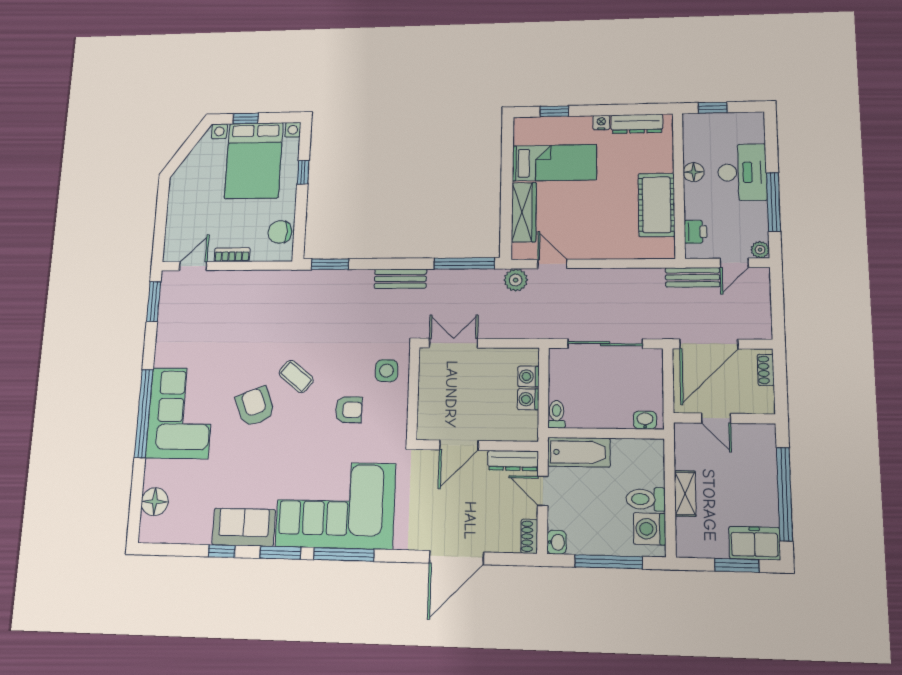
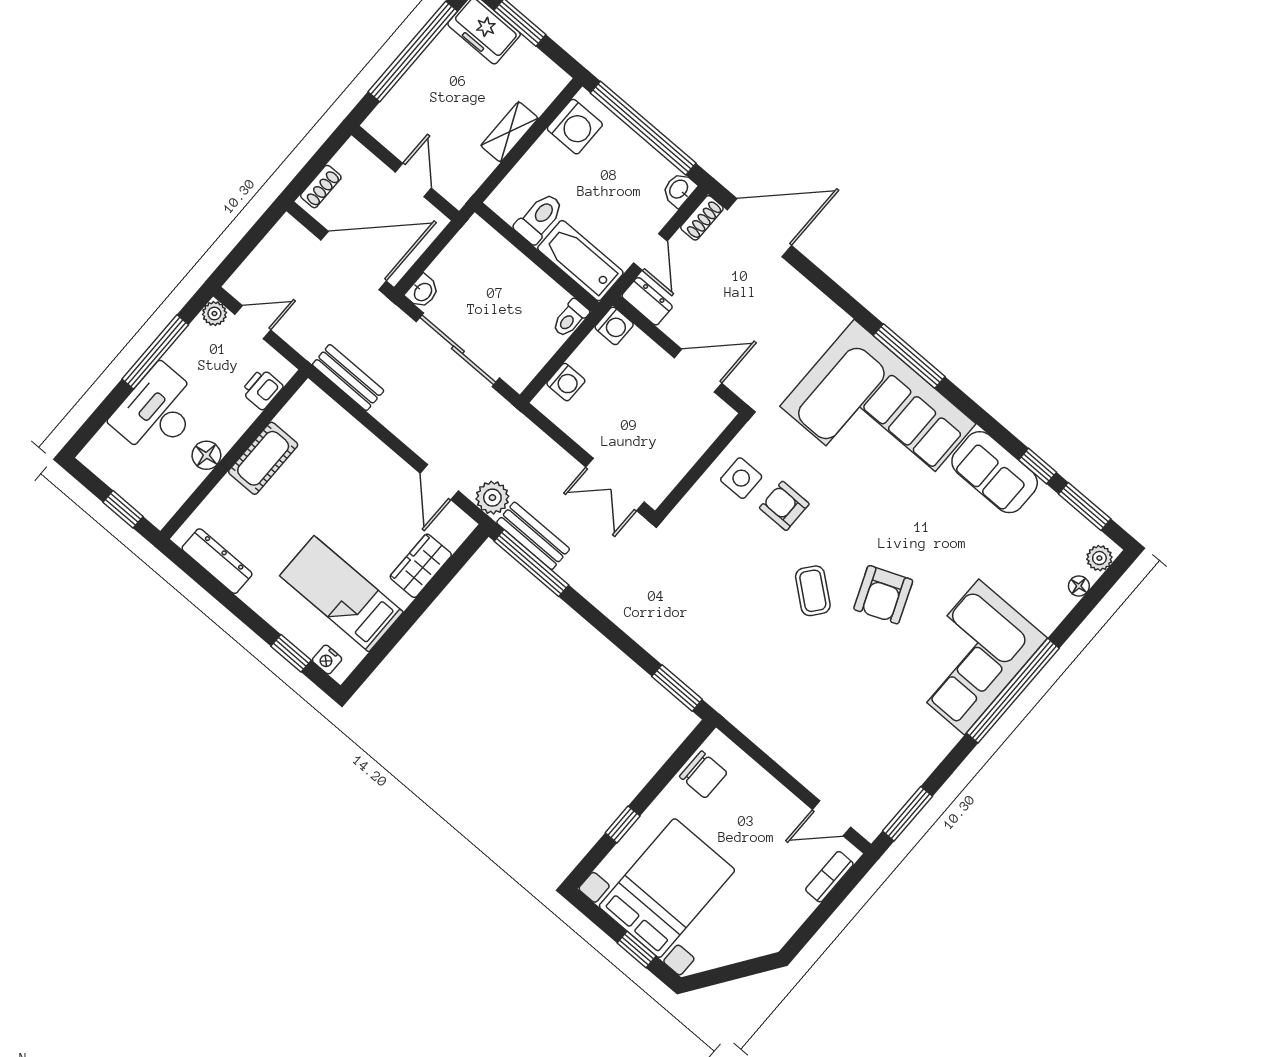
nightstand: (601, 123) -> (327, 660), moved
cot: (657, 205) -> (263, 458), width x0.73, depth x0.75
wardrobe: (524, 212) -> (421, 566), width x0.67
bookcase: (232, 255) -> (829, 877), moved, turned 90
bench: (693, 277) -> (348, 378), moved
bench: (400, 279) -> (533, 536), moved
side table: (387, 371) -> (741, 478), moved
washing machine: (528, 399) -> (614, 326), moved
washbasin: (645, 420) -> (422, 292), moved, turned -90
dresser: (513, 461) -> (647, 301), width x0.70
toilet: (646, 499) -> (539, 218), moved, turned -90
floor lamp: (155, 502) -> (1079, 586), width x0.53, depth x0.53
plant: (148, 527) -> (1099, 558), added
window: (280, 553) -> (1085, 506), moved
door: (456, 558) -> (759, 228), moved
window: (609, 562) -> (643, 128), width x1.46

